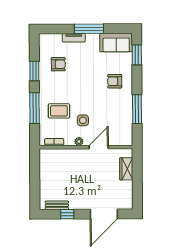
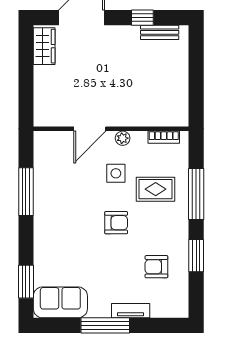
armchair: (115, 81) -> (116, 223), moved
wardrobe: (126, 169) -> (44, 46), moved

